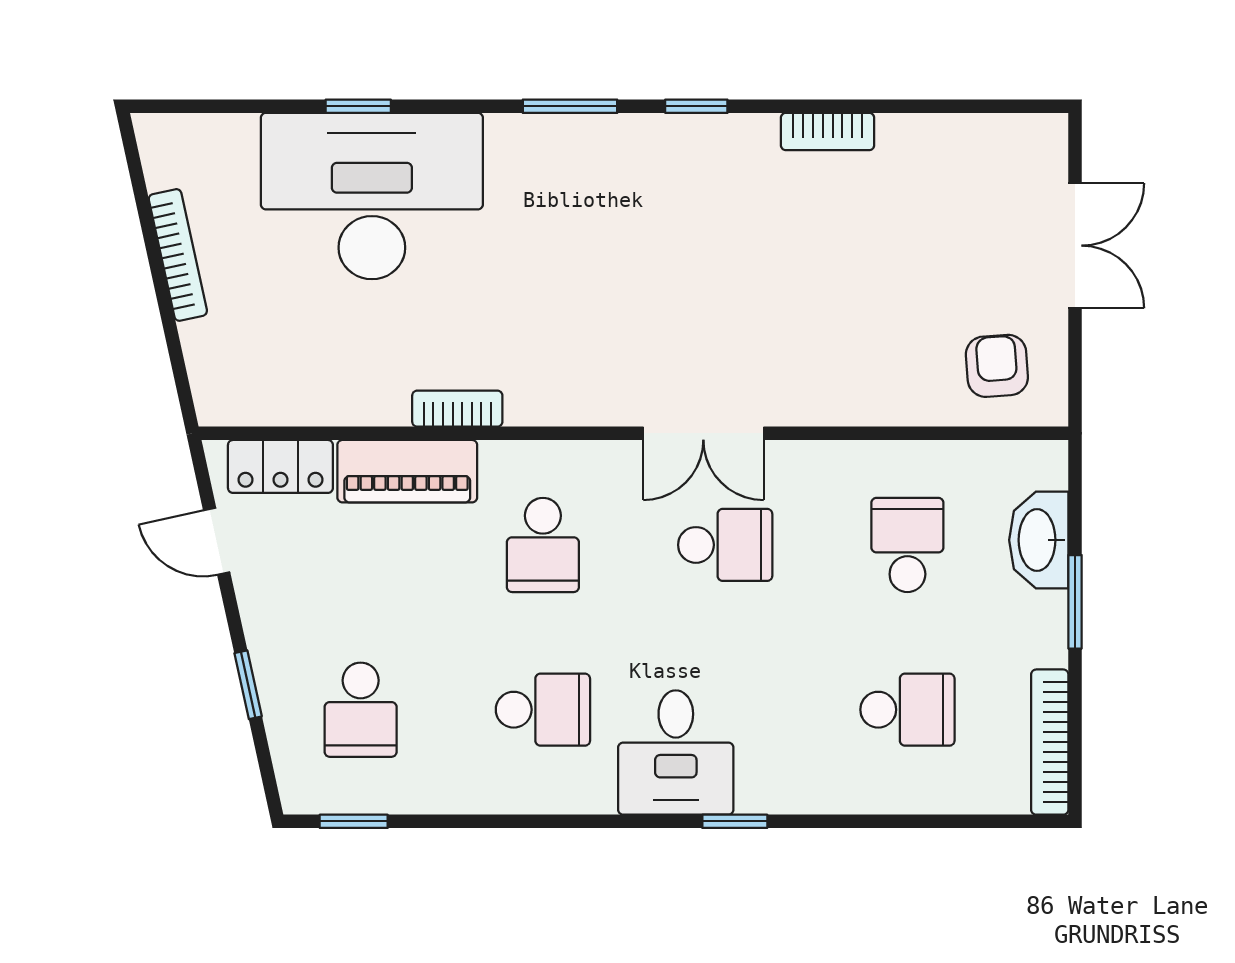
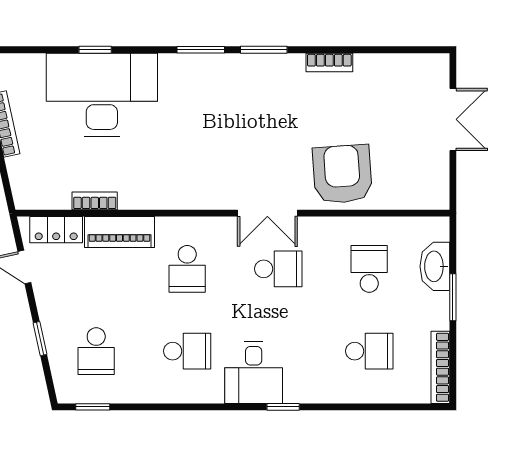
window: (696, 106) -> (264, 50), width x1.50
armchair: (997, 366) -> (342, 174), moved, width x1.88, depth x1.88
bookcase: (457, 409) -> (95, 201), moved

